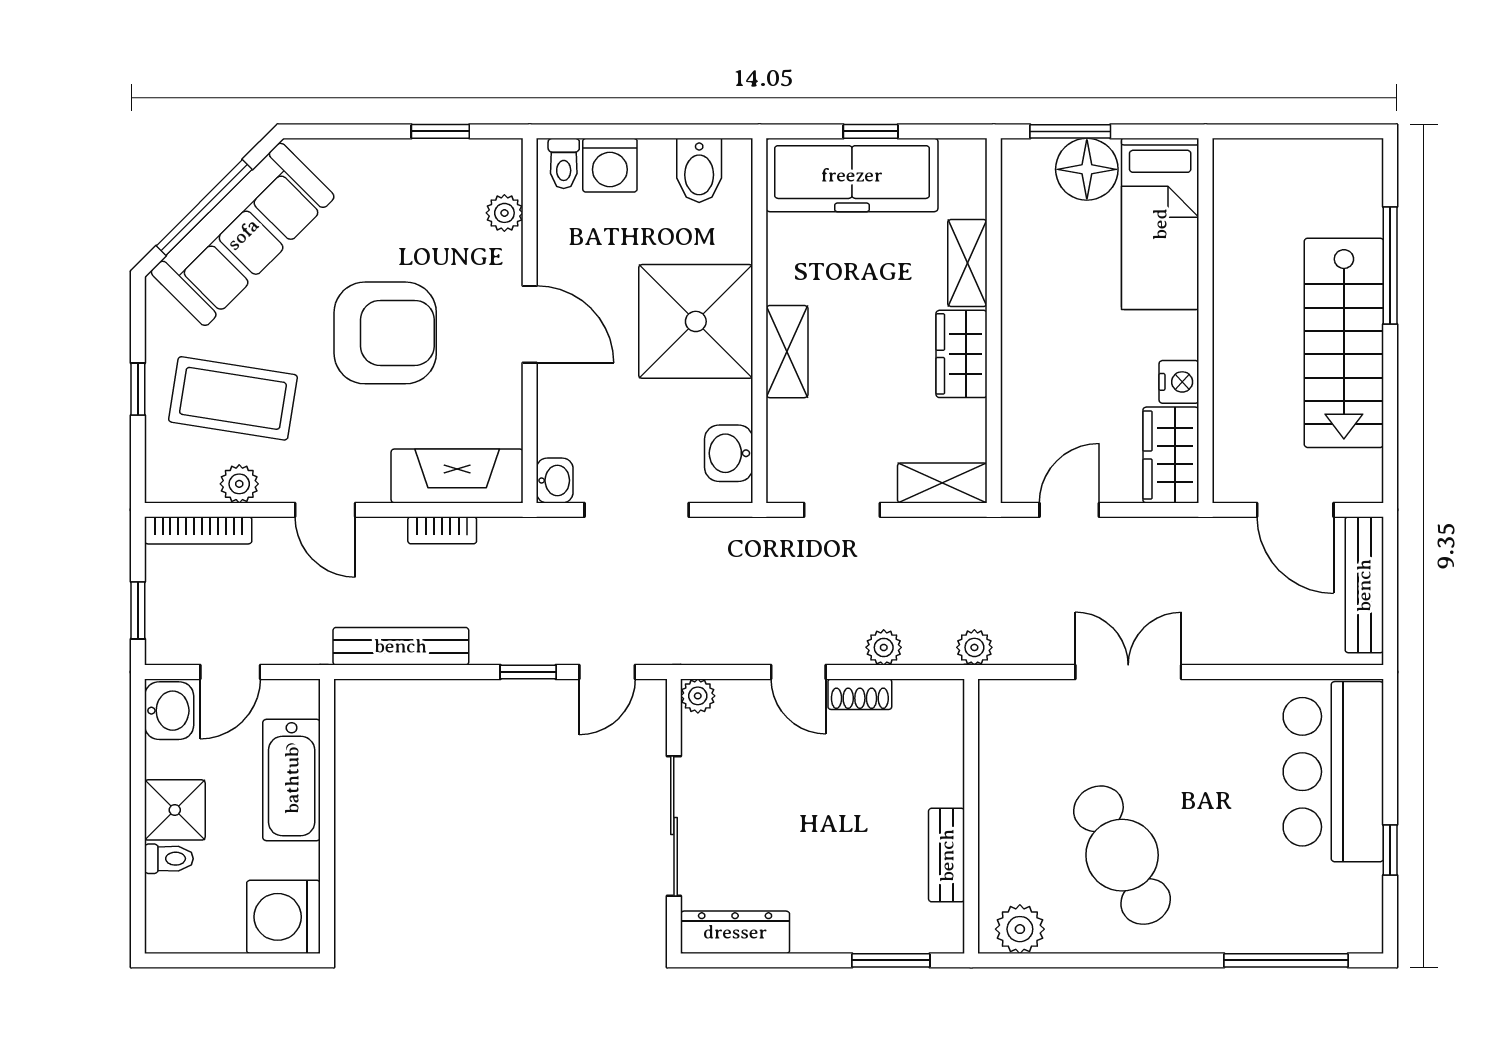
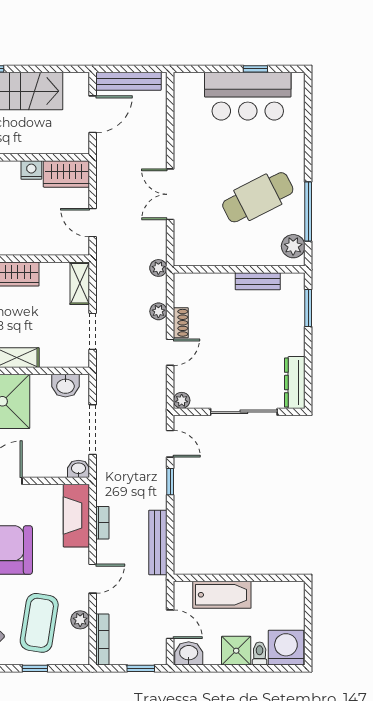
bar counter: (1333, 772) -> (248, 96), moved
washing machine: (284, 917) -> (286, 648), moved, turned 180
window: (1286, 960) -> (308, 211), moved

